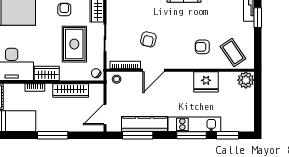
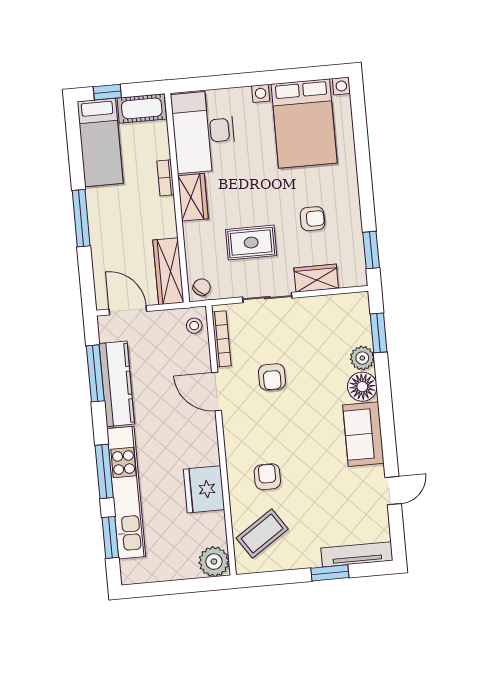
armchair: (148, 39) -> (272, 377), turned -104
rug: (74, 44) -> (251, 243), width x0.73, depth x0.70
wardrobe: (71, 90) -> (168, 271), moved
kitchen unit: (194, 124) -> (126, 493), width x1.36

